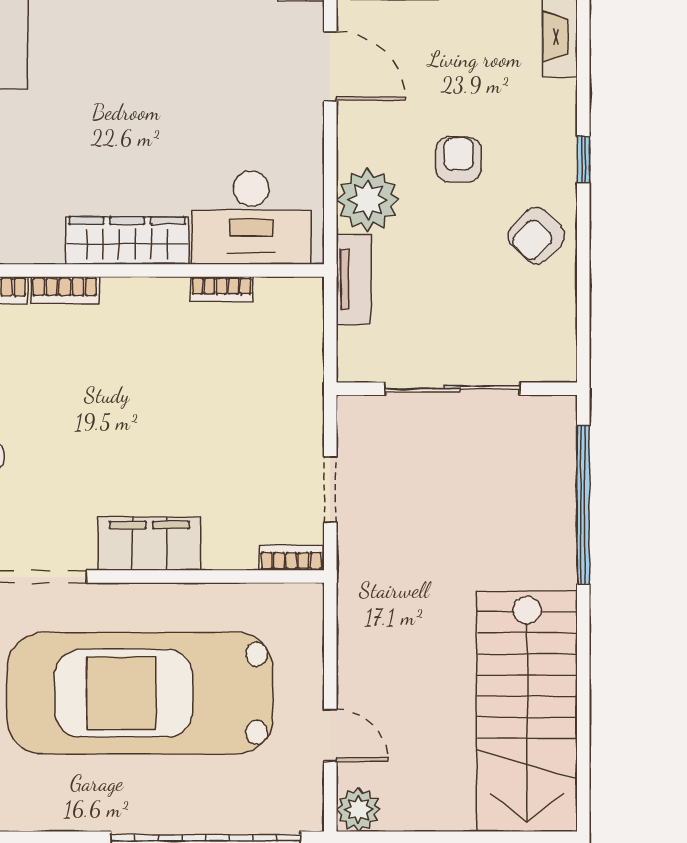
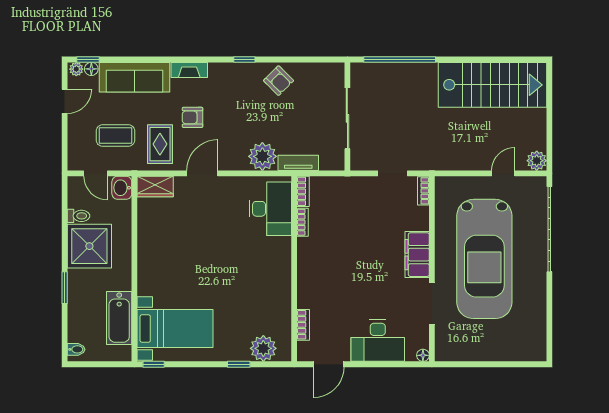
armchair: (458, 159) -> (192, 117), moved
wardrobe: (127, 241) -> (281, 265), removed
bookcase: (65, 290) -> (303, 191), moved

